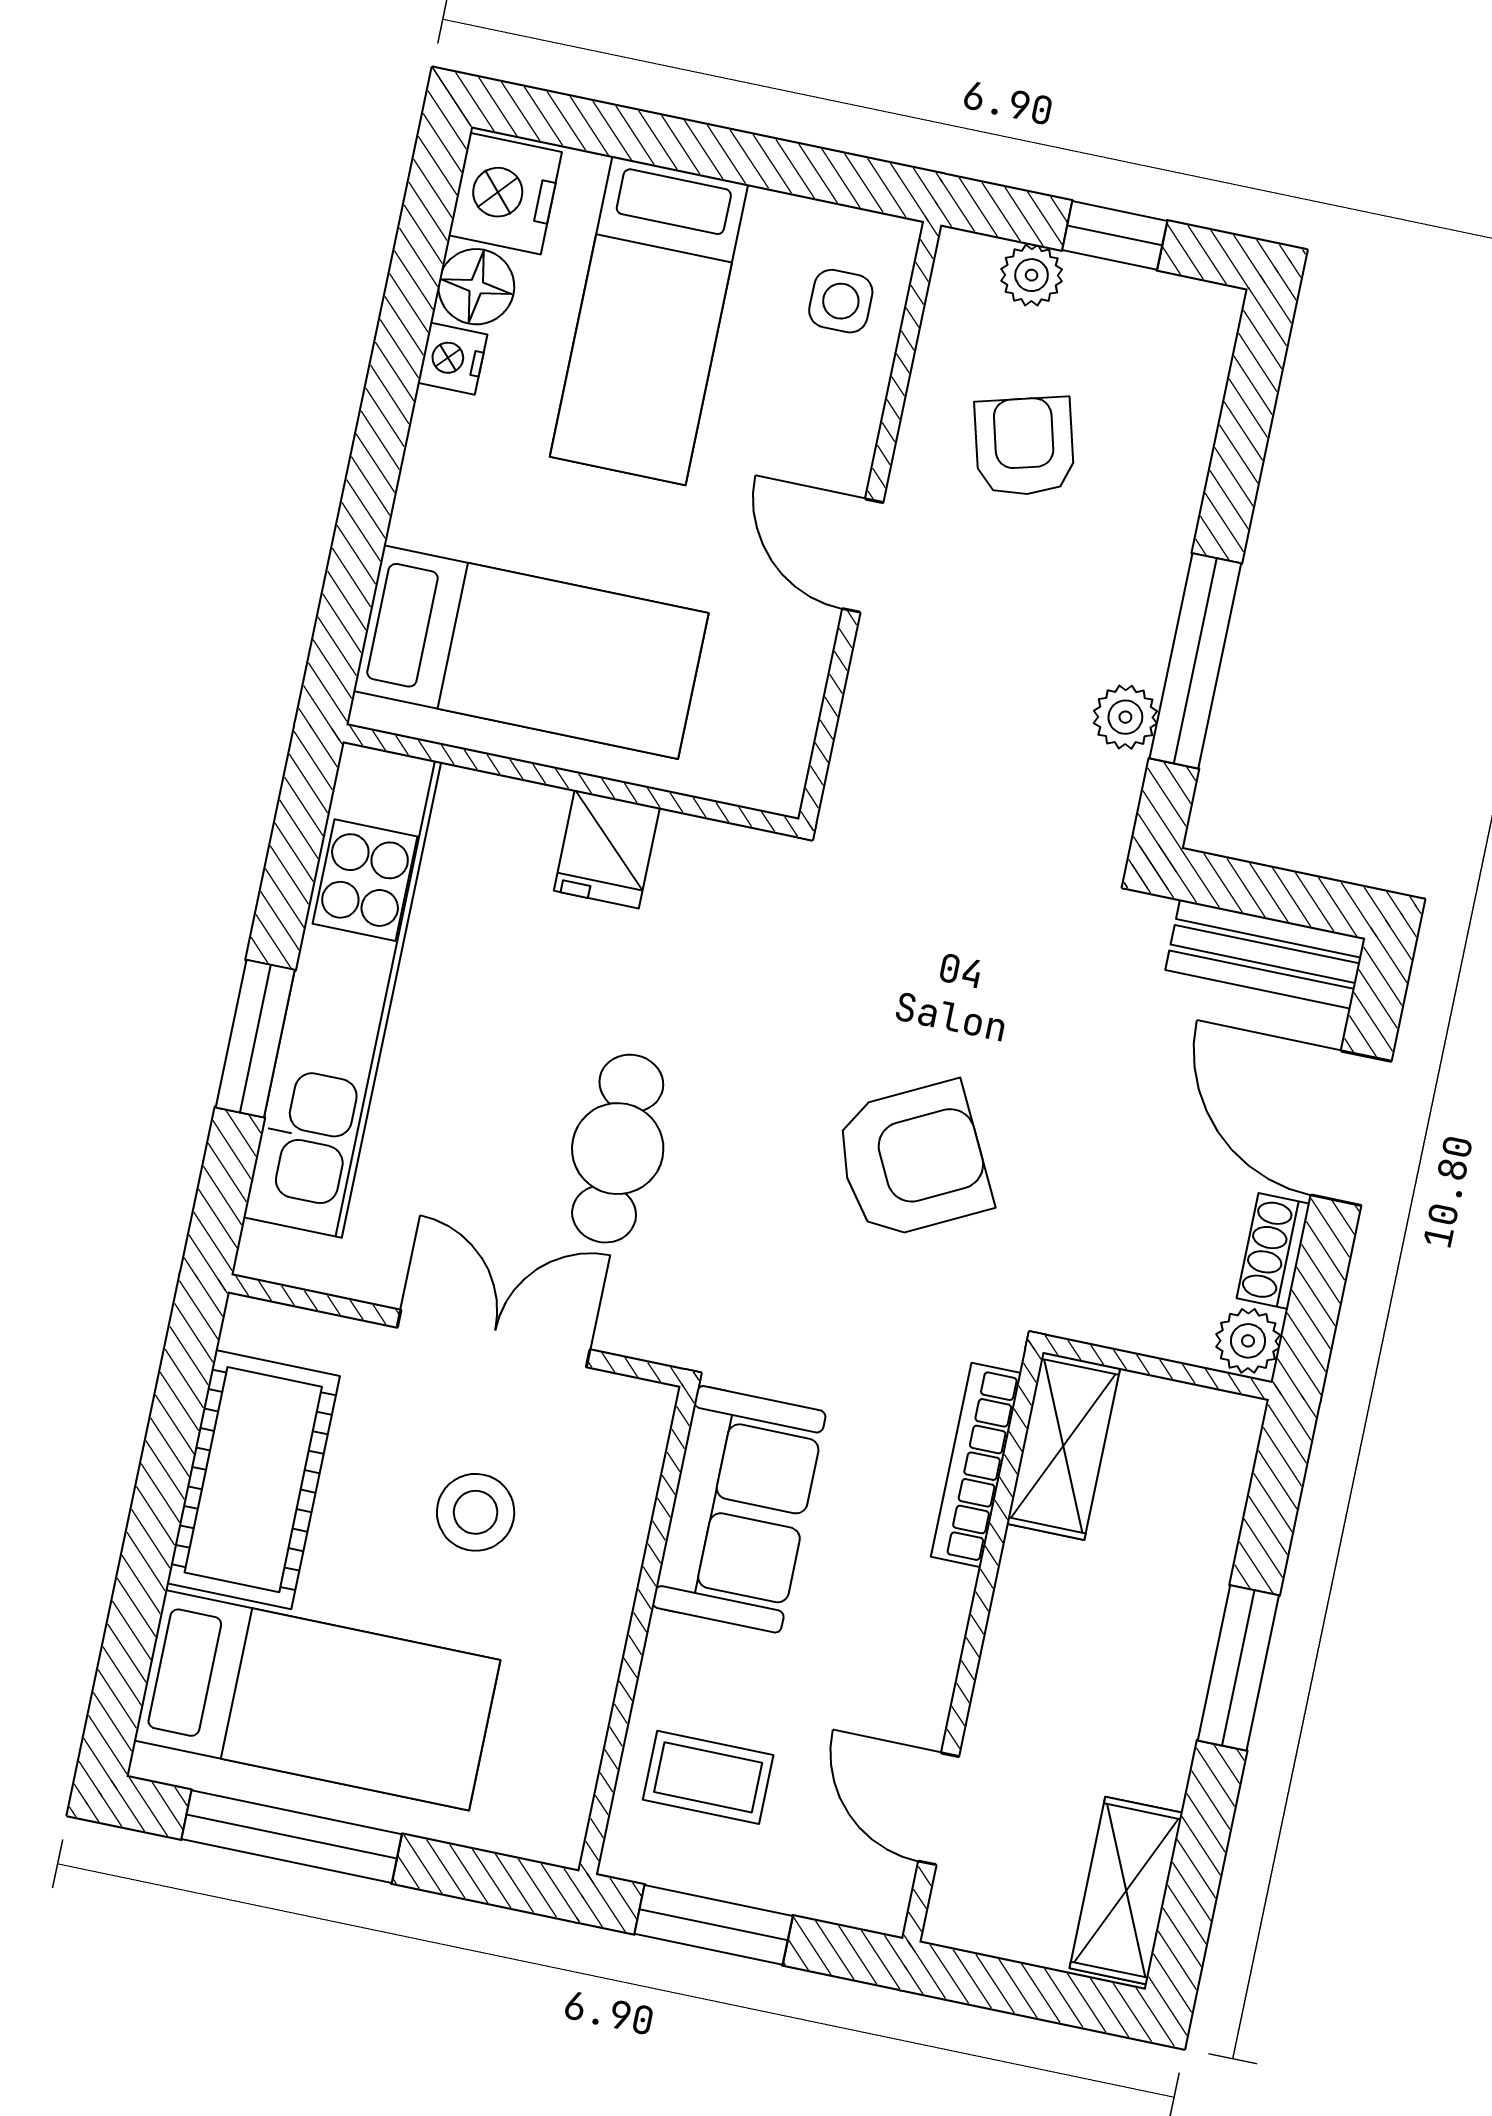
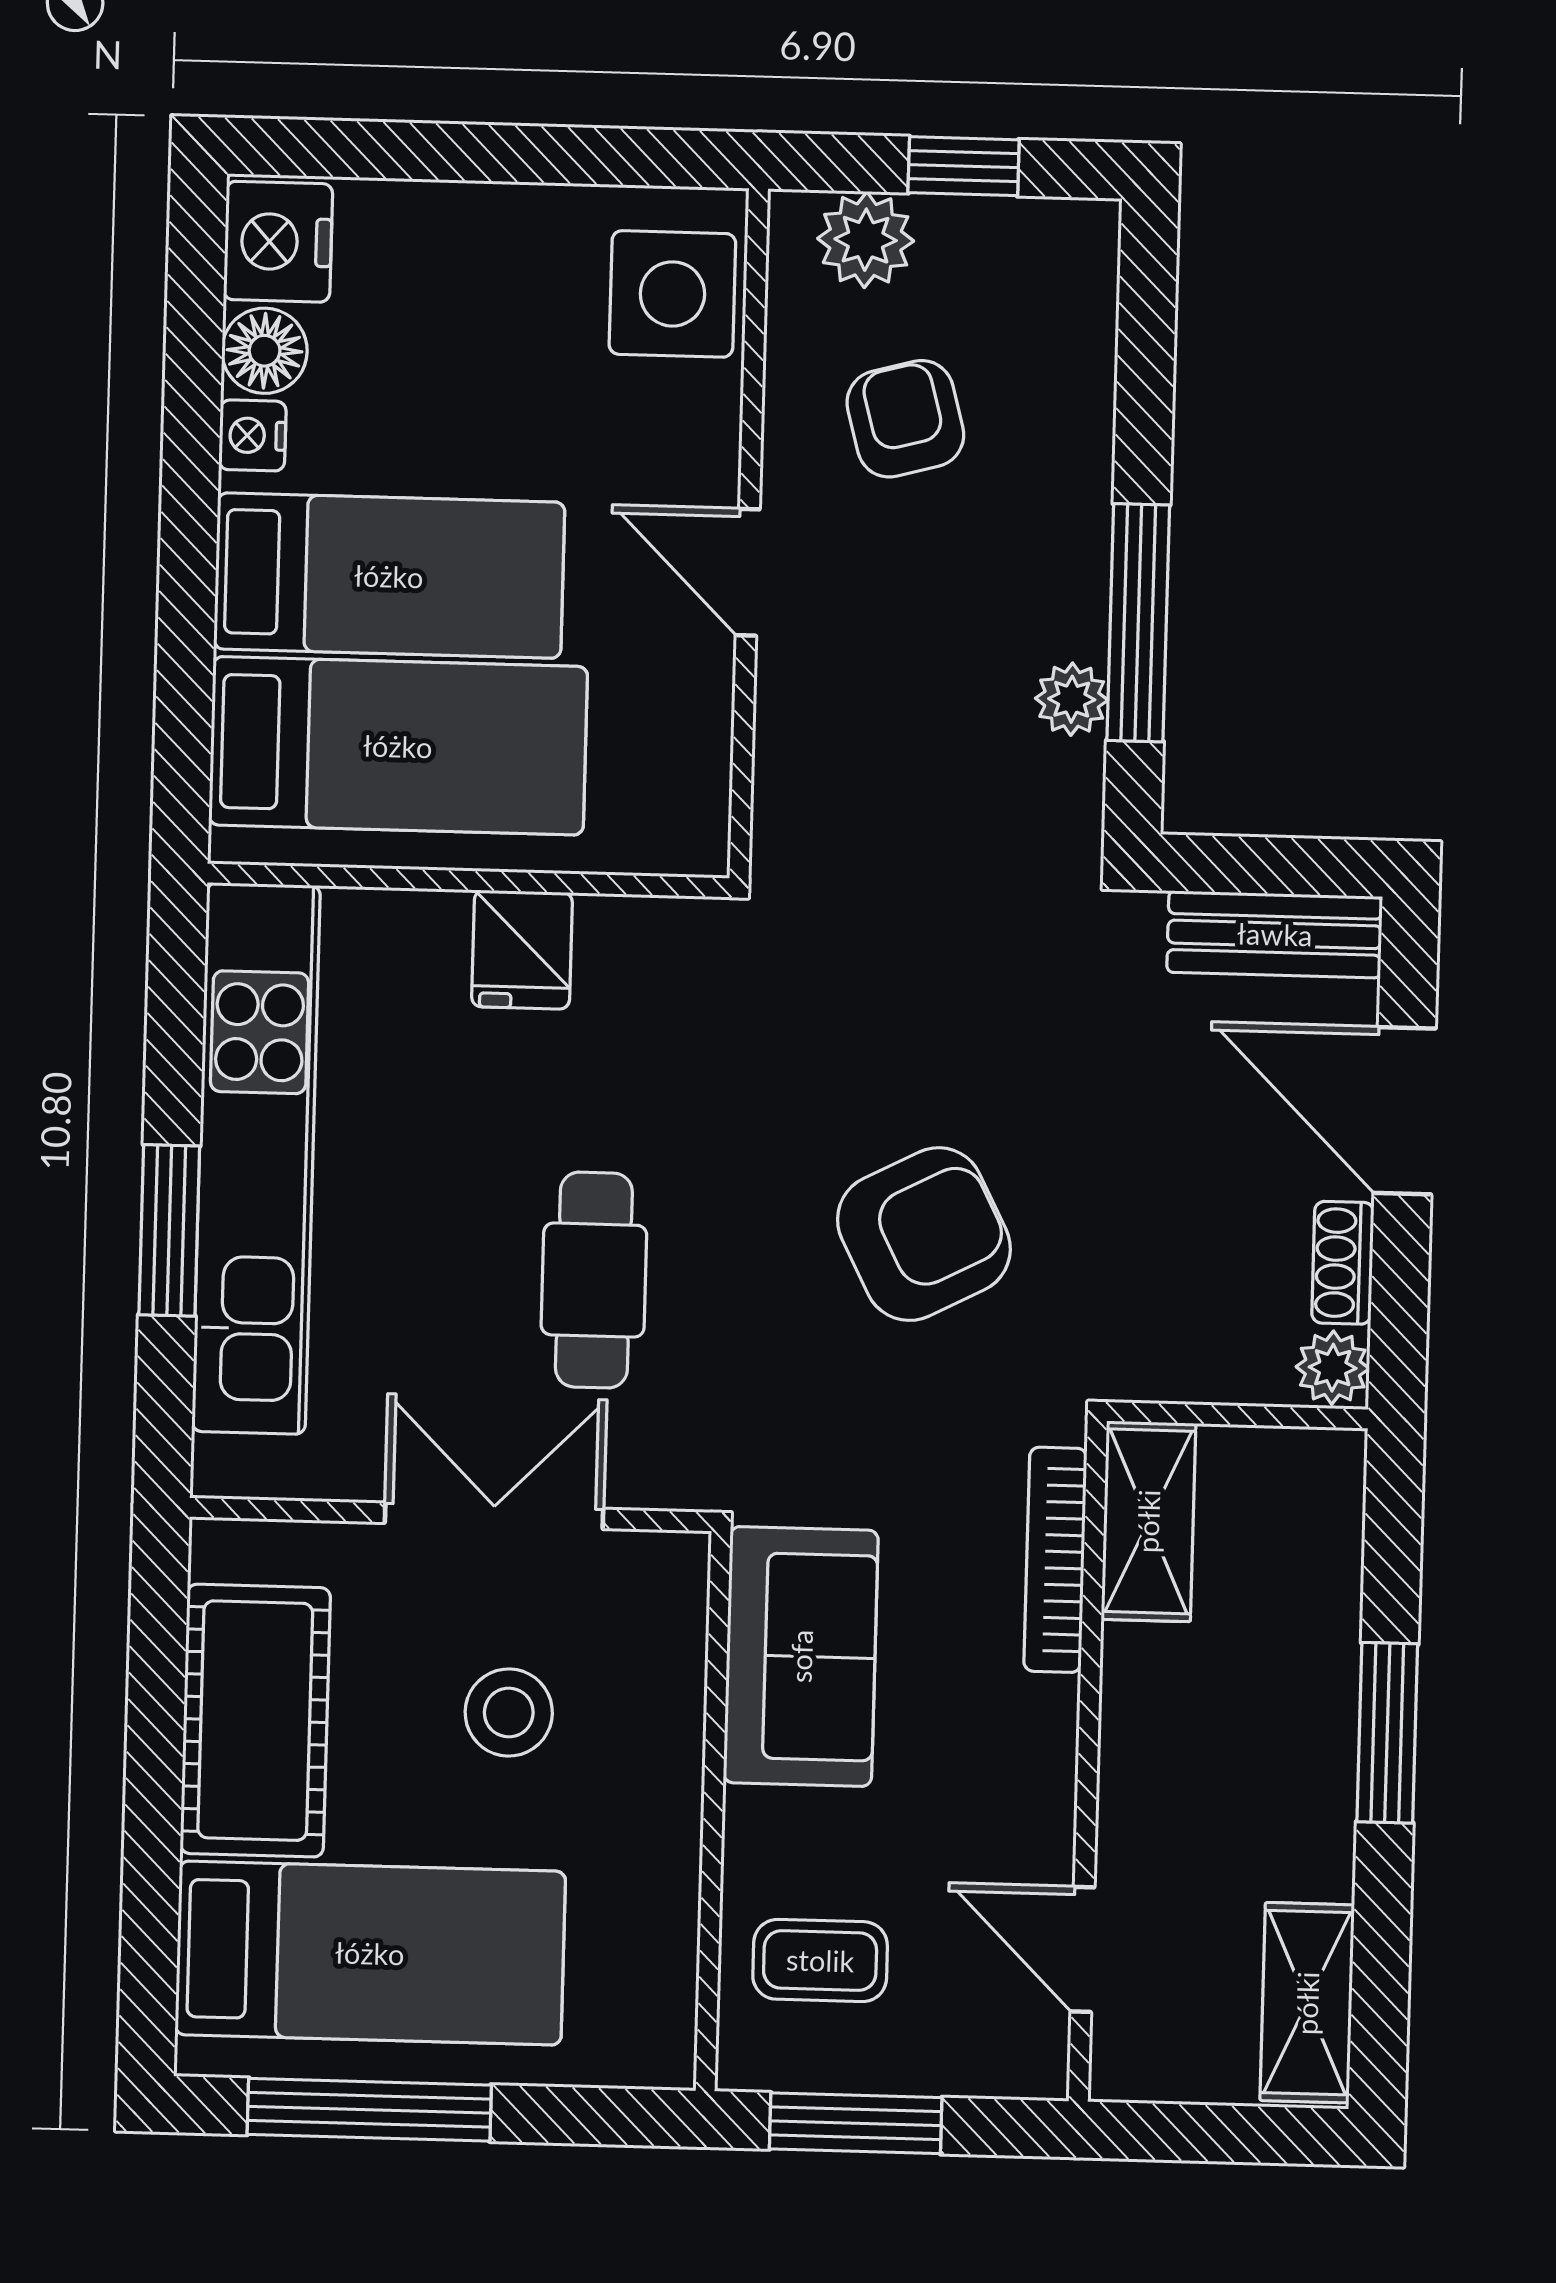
plant: (1032, 275) -> (866, 240), width x1.38, depth x1.38
side table: (841, 301) -> (672, 294), width x1.87, depth x1.87
bed: (649, 321) -> (389, 576), moved, turned -90

